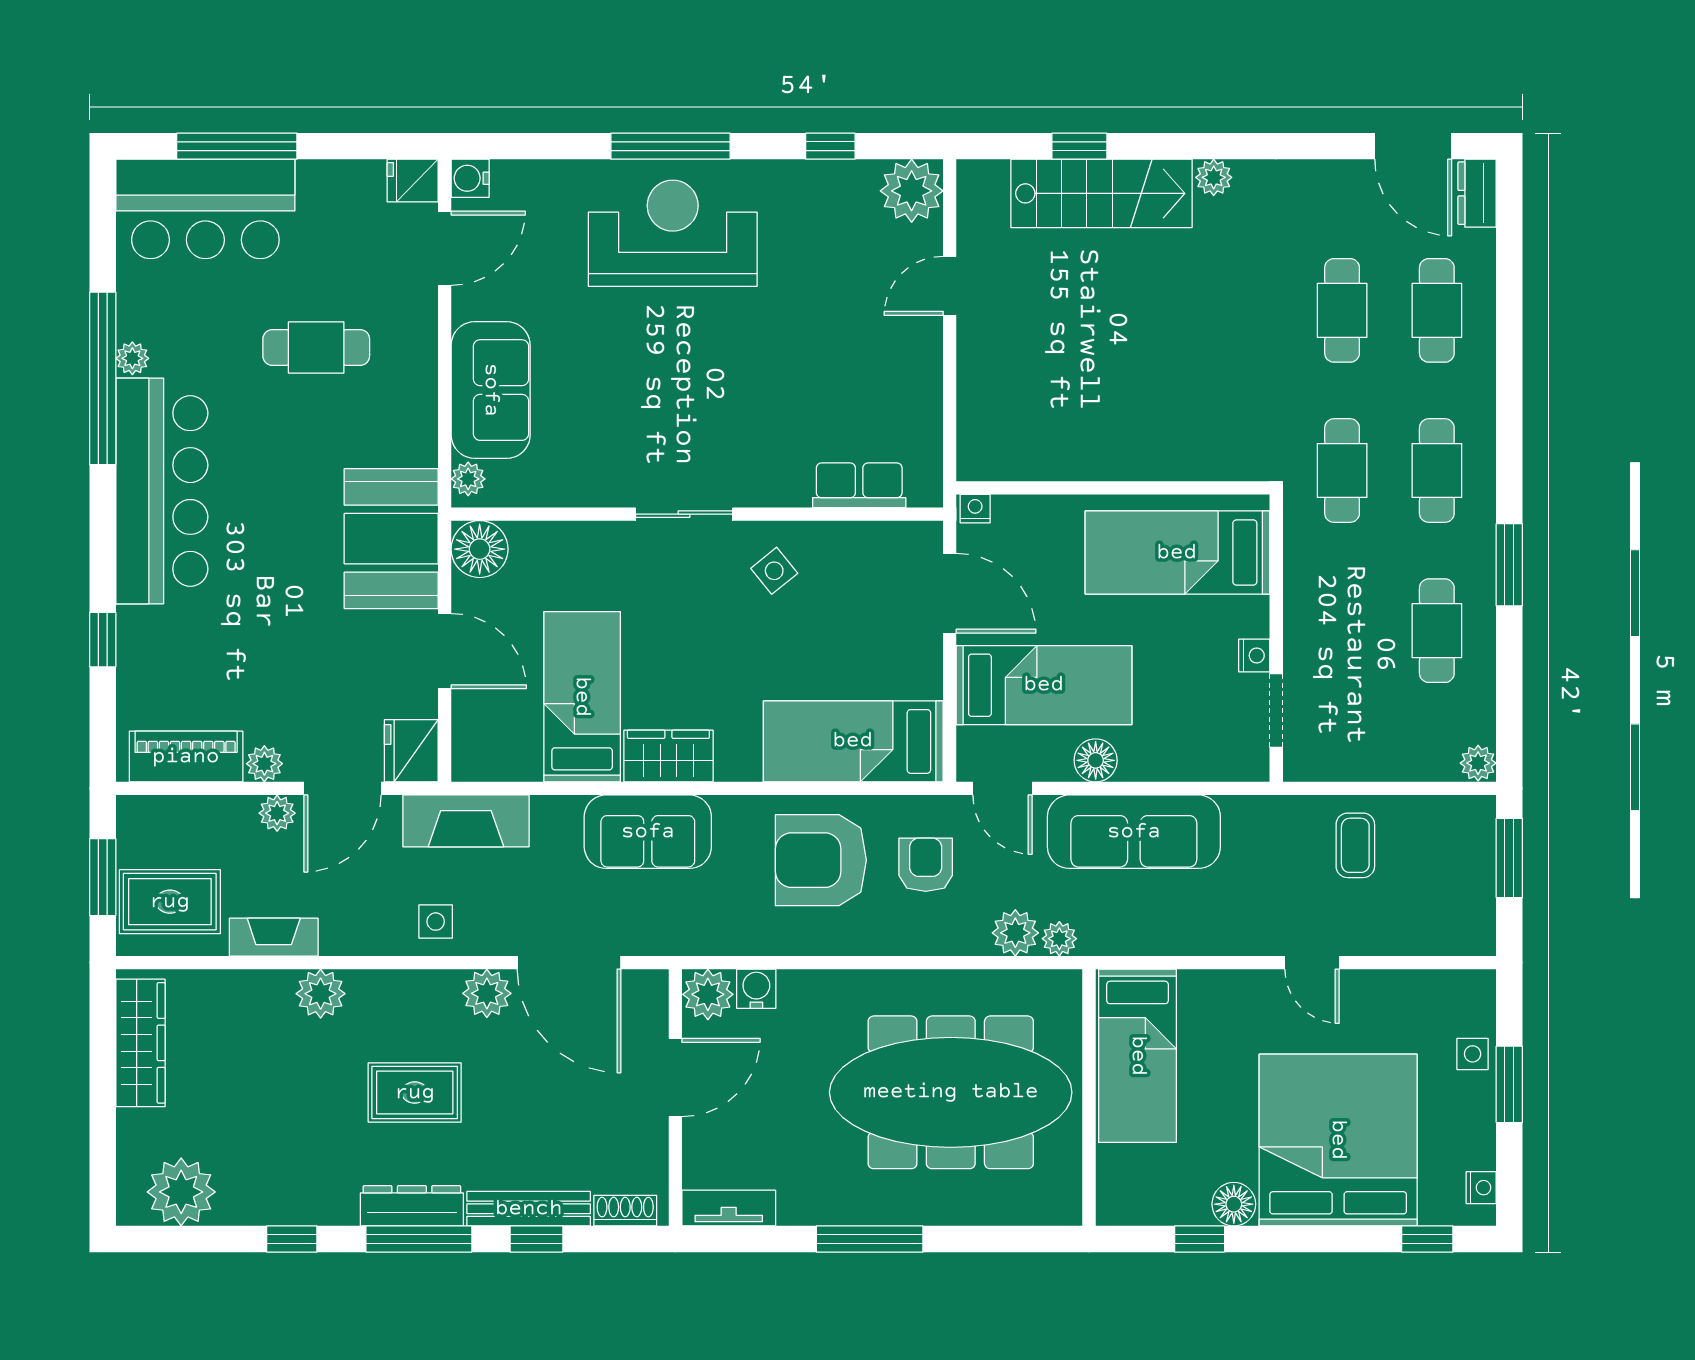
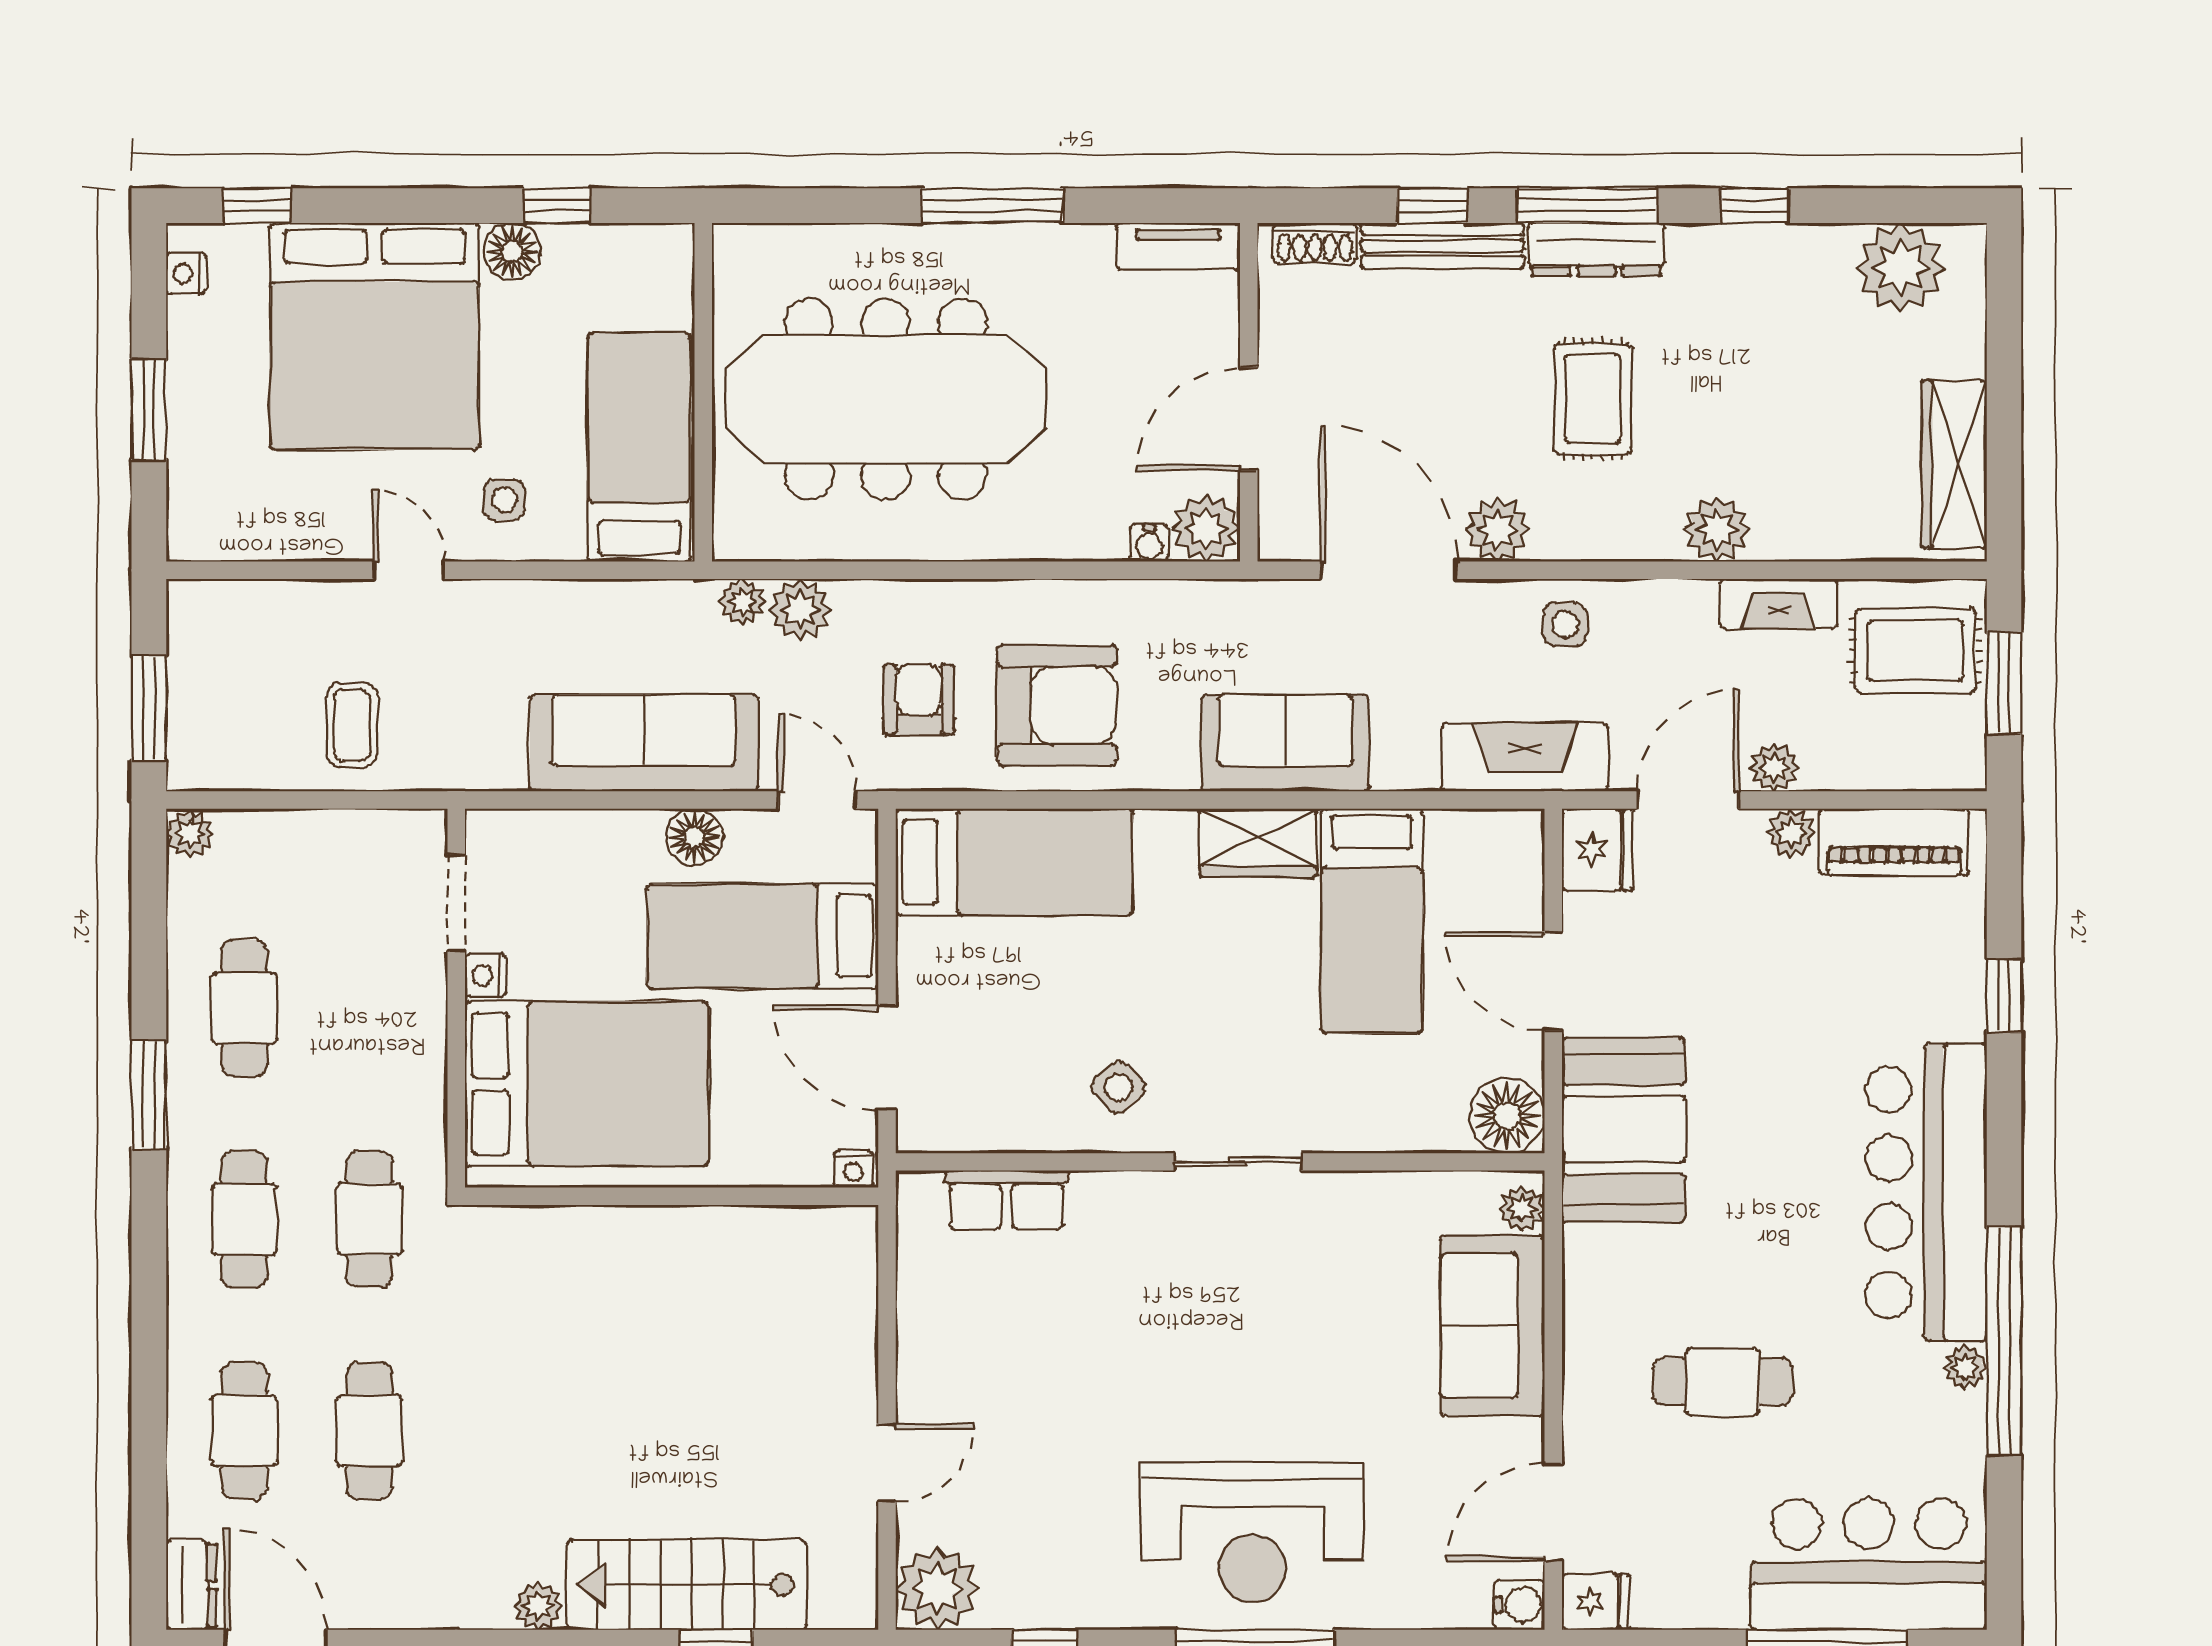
bed: (1177, 553) -> (587, 1084), width x1.50
armchair: (926, 865) -> (919, 699), turned 180
water cooler: (756, 989) -> (1149, 543), width x0.72, depth x0.72
side table: (1473, 1054) -> (504, 500), moved
rug: (415, 1093) -> (1593, 399), turned 90

